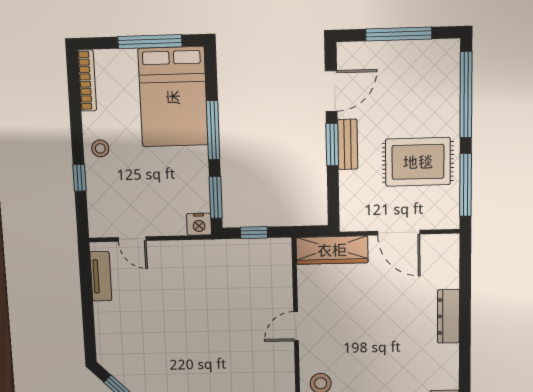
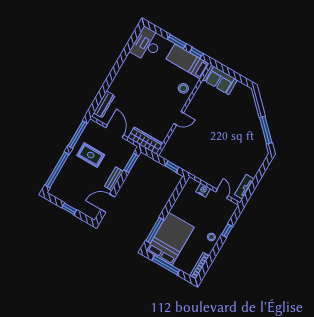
window: (399, 34) -> (69, 209), width x0.46
window: (213, 130) -> (155, 230), moved
window: (332, 145) -> (131, 163), moved
rug: (418, 162) -> (91, 155), width x0.73, depth x0.70
window: (216, 197) -> (178, 190), removed
nightstand: (199, 224) -> (203, 190), moved
dresser: (448, 316) -> (104, 104), moved

